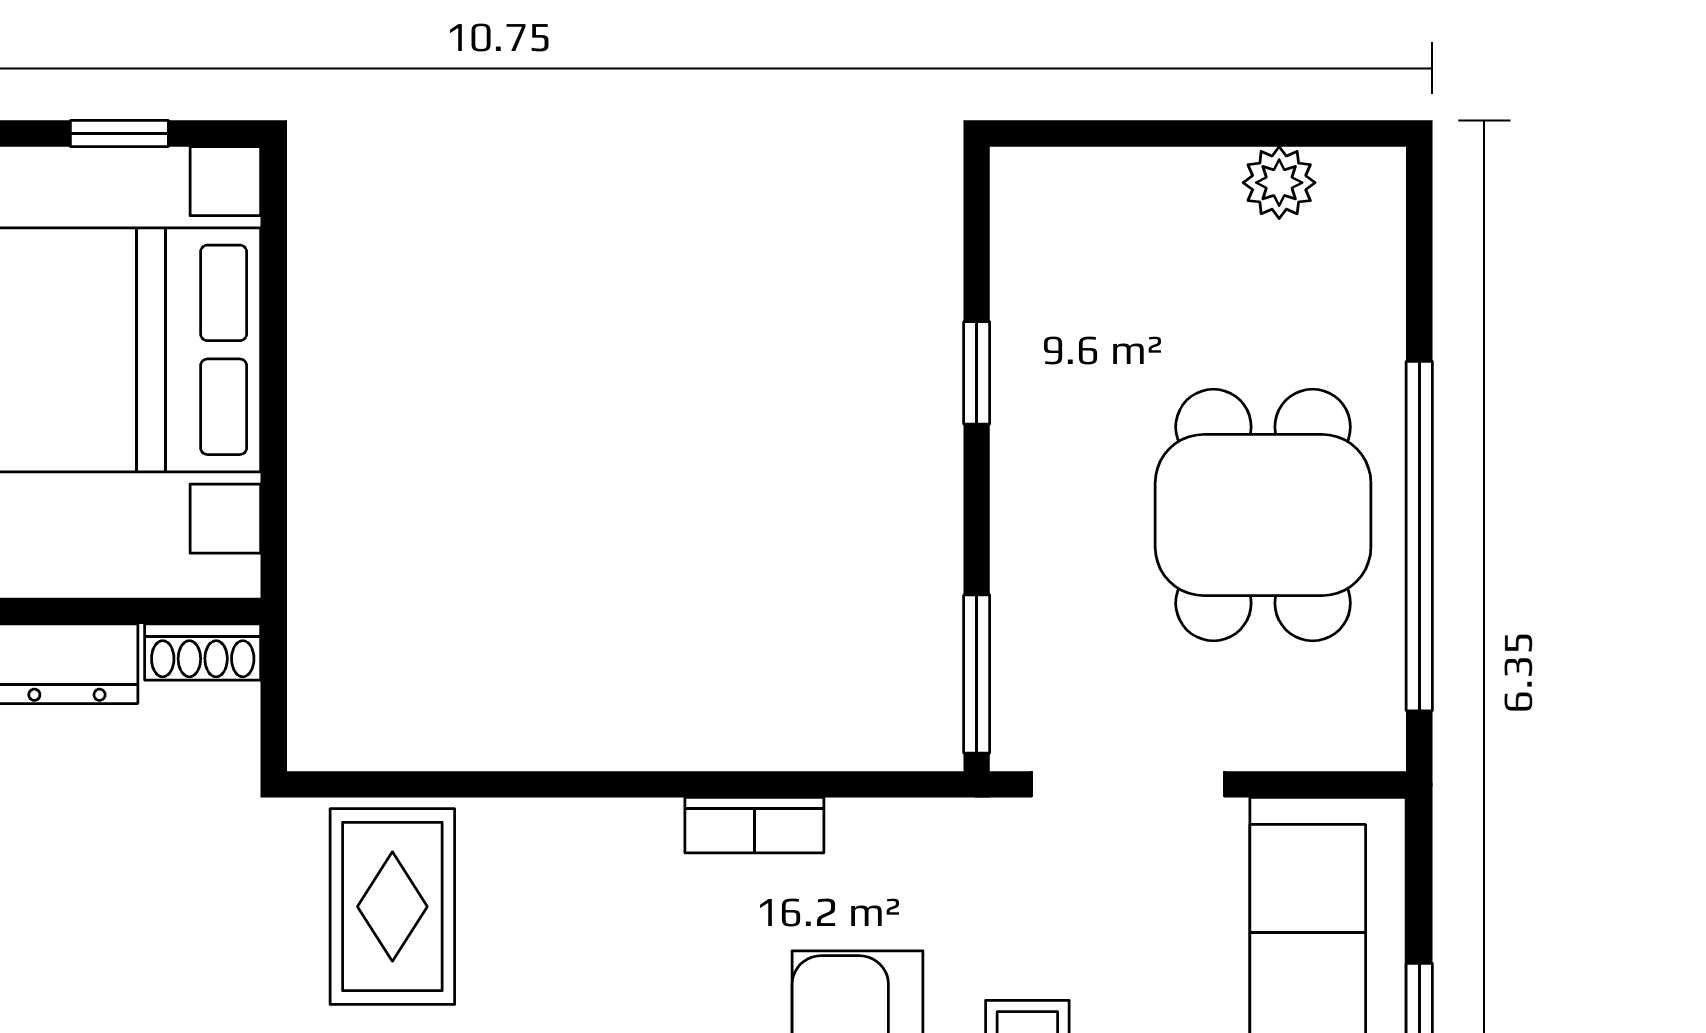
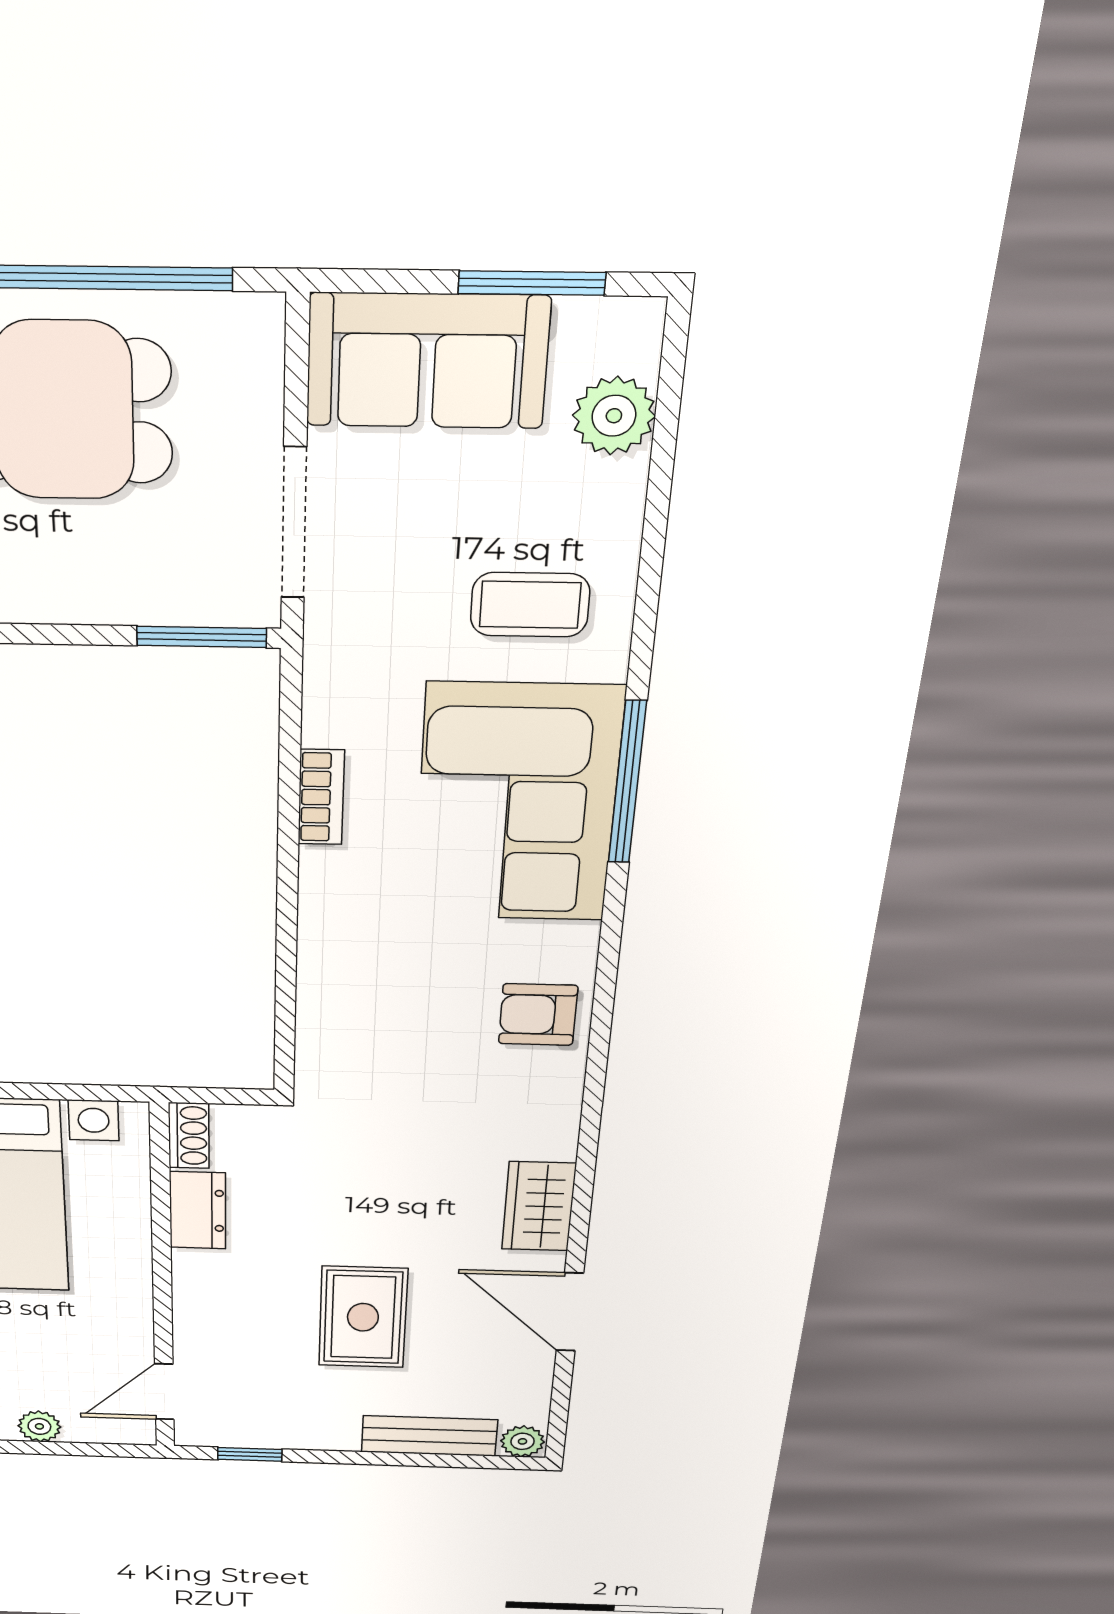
rug: (392, 907) -> (375, 1030), removed

